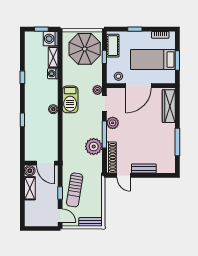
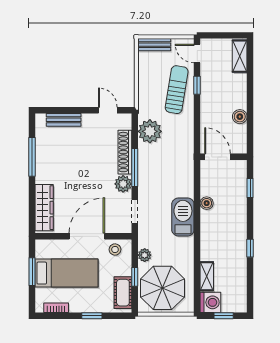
washing machine: (53, 74) -> (207, 253), removed
plant: (97, 90) -> (145, 255), moved
plant: (94, 147) -> (150, 131), moved
shoe rack: (111, 157) -> (125, 152), moved
wall: (41, 163) -> (224, 157), moved
door: (46, 163) -> (217, 157), moved
bench: (144, 168) -> (64, 120), moved
shelving: (30, 188) -> (240, 56), moved

